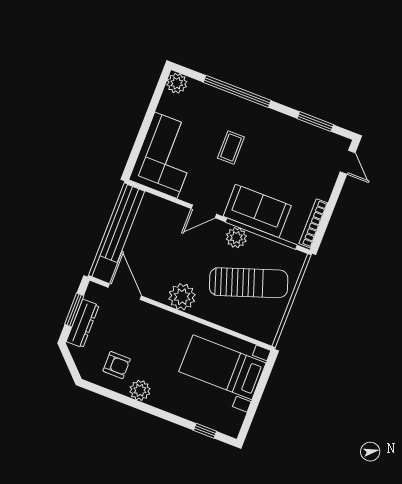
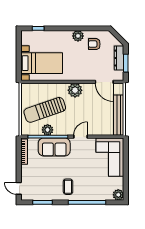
coffee table: (231, 147) -> (68, 187), moved
plant: (236, 238) -> (48, 130), moved

